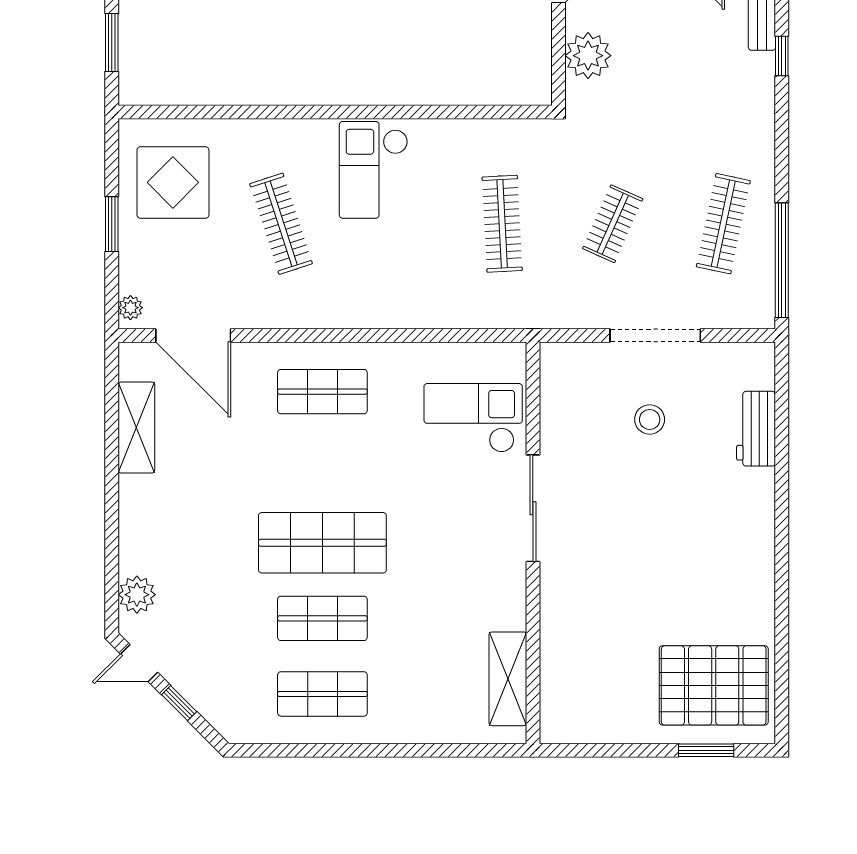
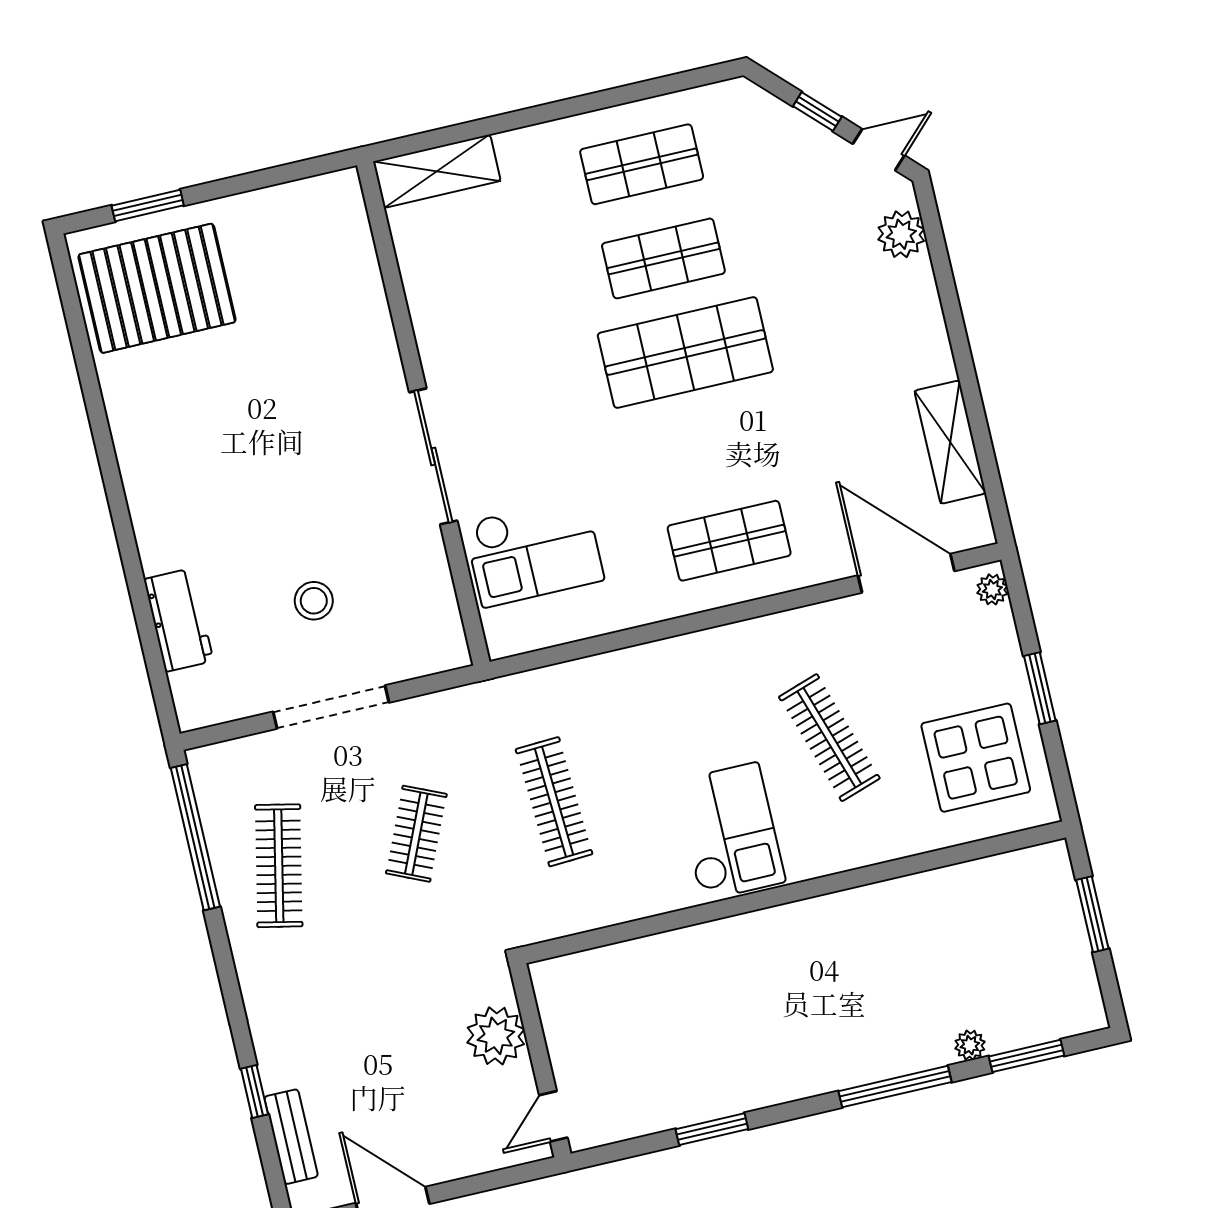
shelving: (508, 679) -> (437, 171), moved, turned 90

